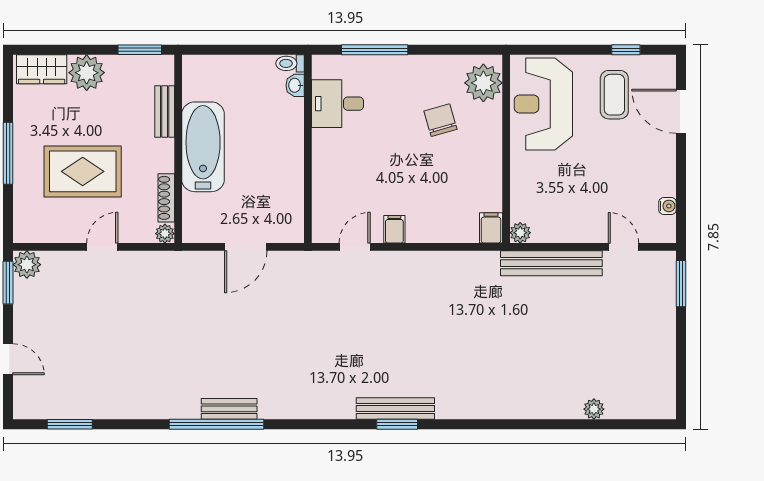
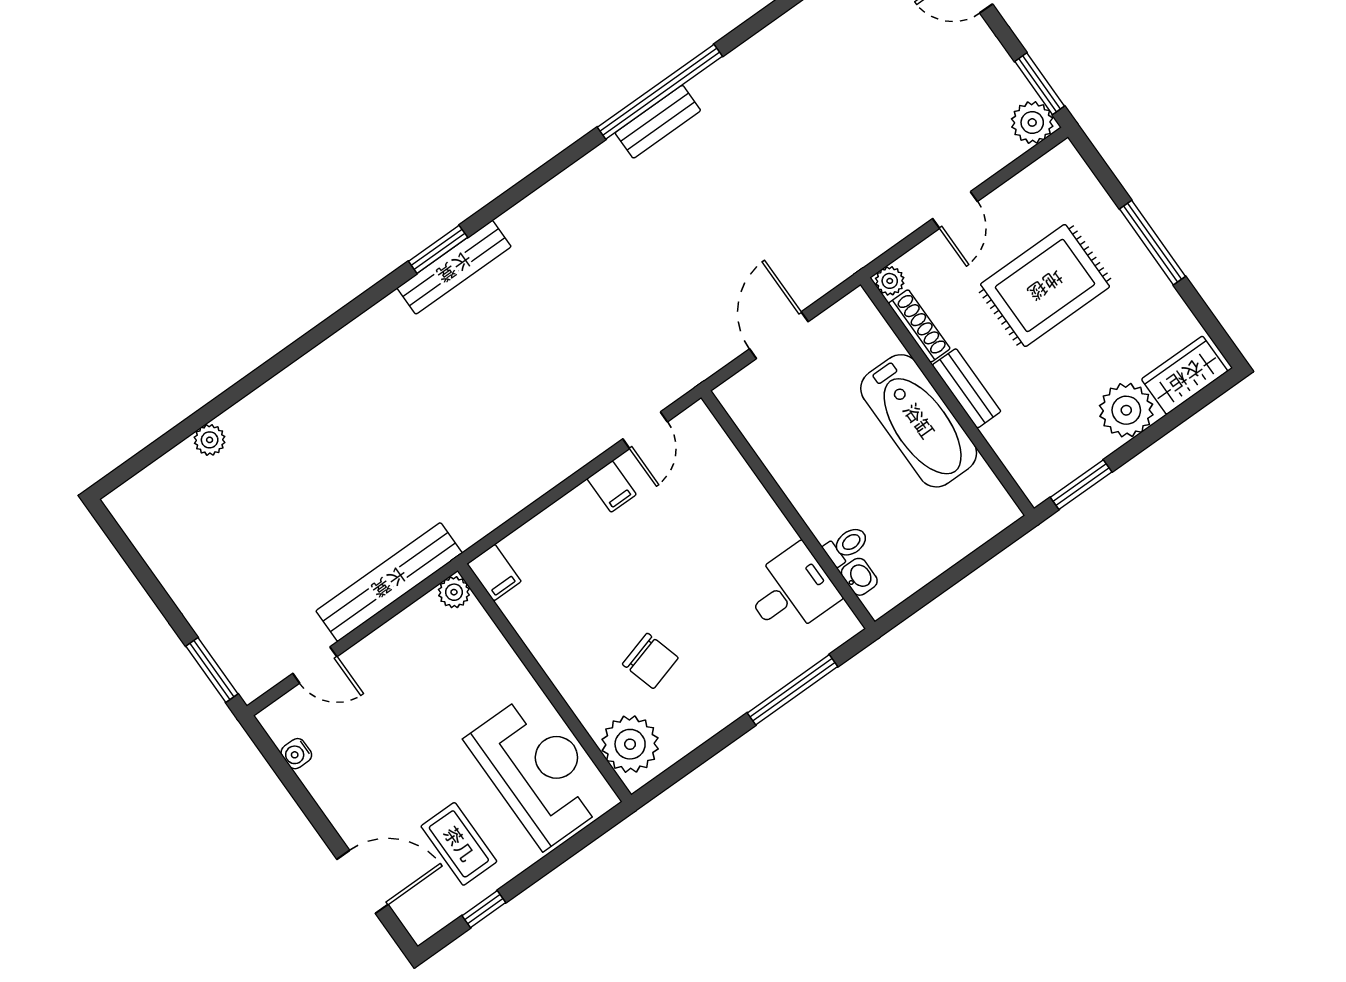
toilet: (290, 63) -> (846, 545), moved
bench: (165, 111) -> (967, 388), moved

